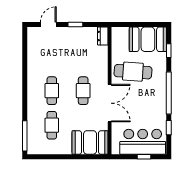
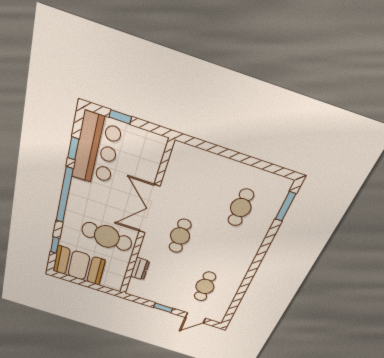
dresser: (103, 36) -> (140, 269), moved
cafe table: (52, 91) -> (205, 286), moved
window: (25, 136) -> (286, 206), width x0.69
booth: (90, 142) -> (195, 166), removed
bar counter: (143, 142) -> (97, 150), moved, turned -90

